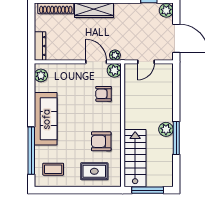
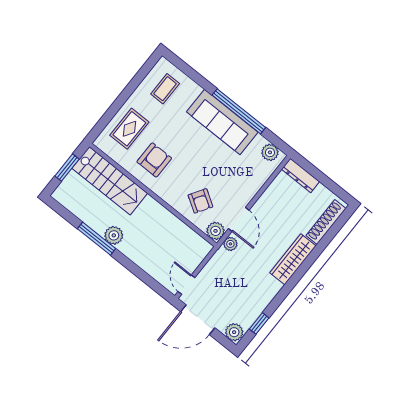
door: (96, 62) -> (239, 219), hinge flipped
door: (146, 62) -> (186, 285), moved
armchair: (104, 94) -> (200, 201), turned 122
window: (31, 151) -> (239, 111), moved
window: (148, 190) -> (67, 168), width x0.69

